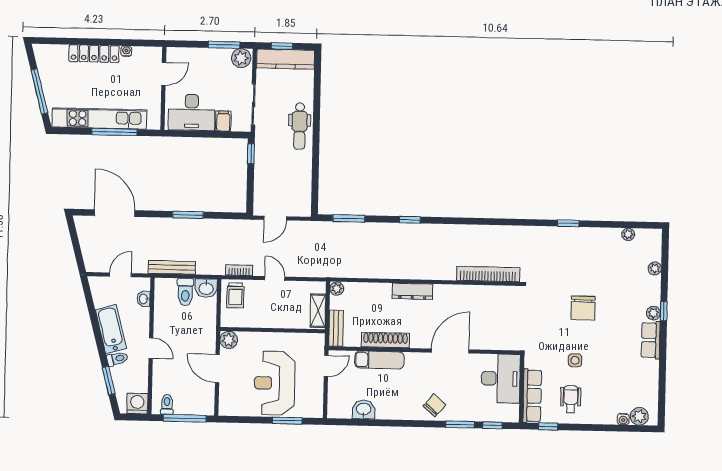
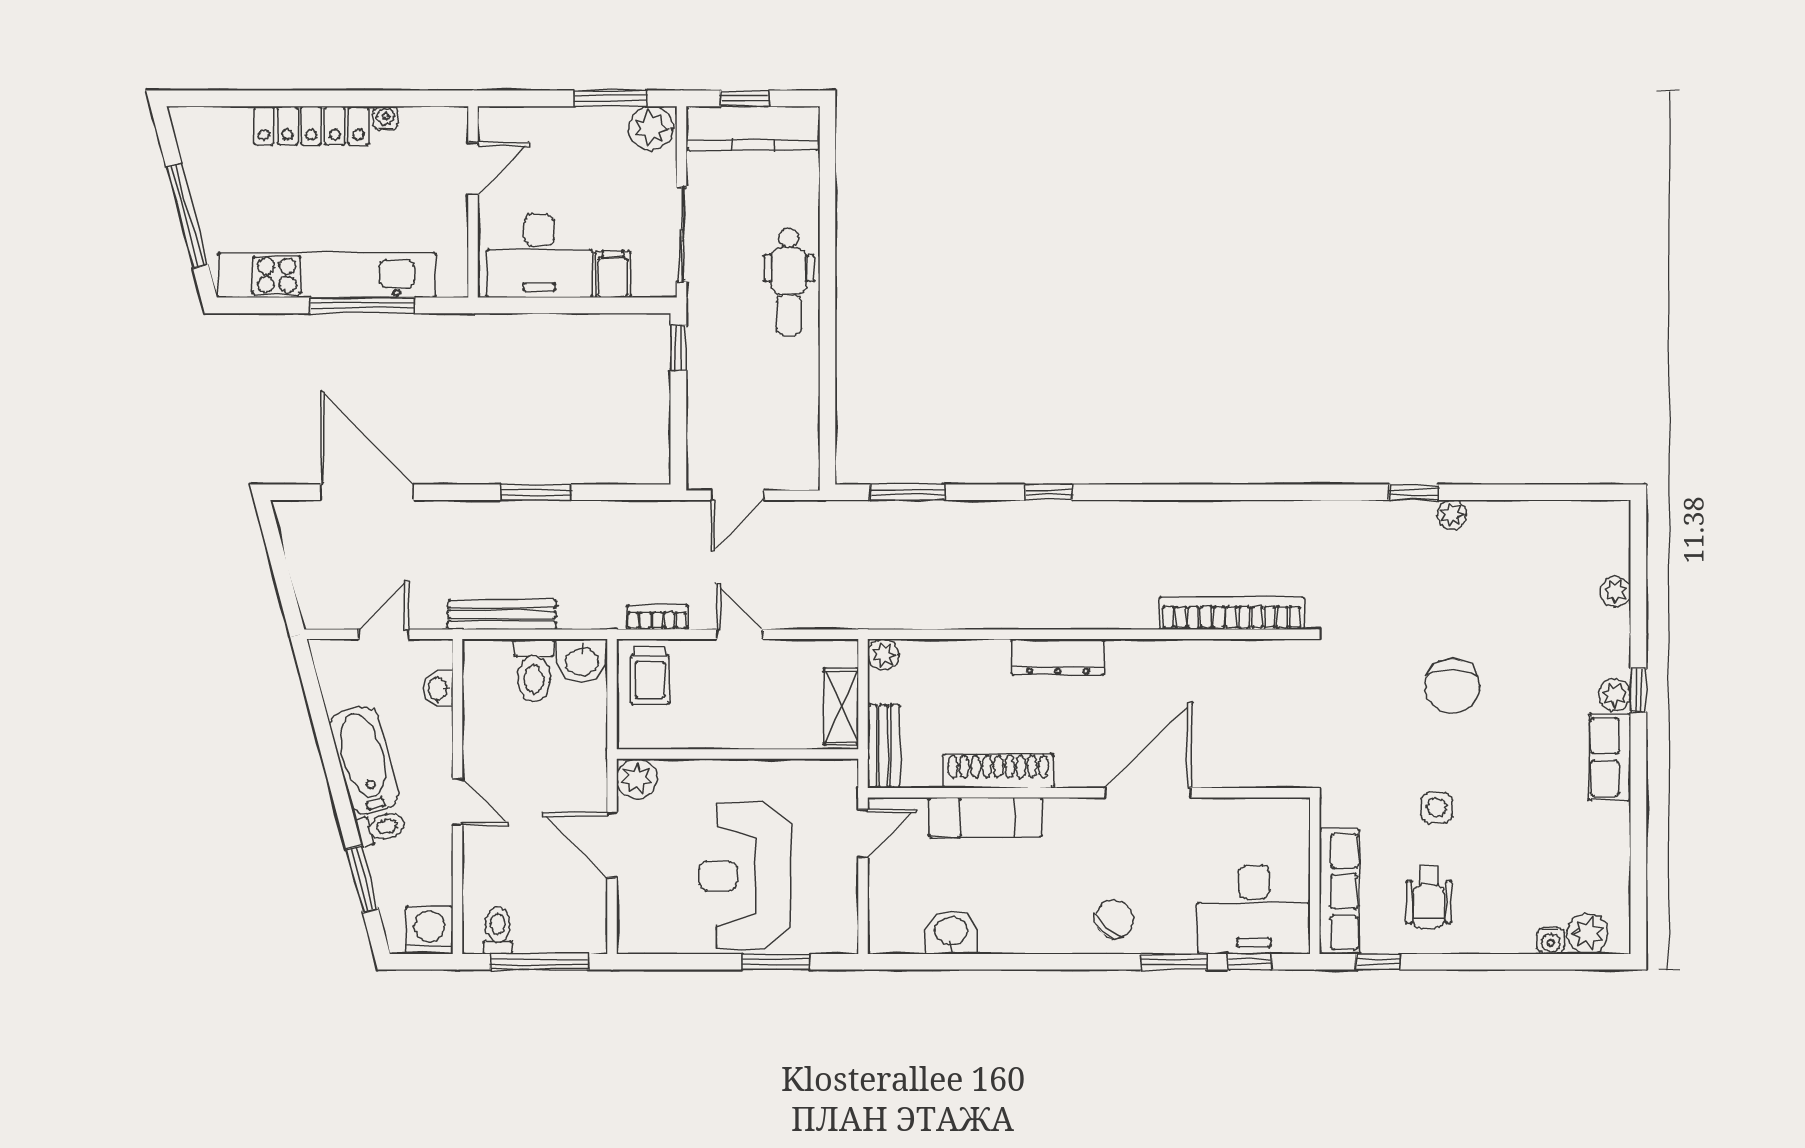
plant: (628, 234) -> (1452, 515), moved
desk: (501, 379) -> (1254, 910), moved, turned 90
wheelchair: (571, 399) -> (1429, 897), turned 180

